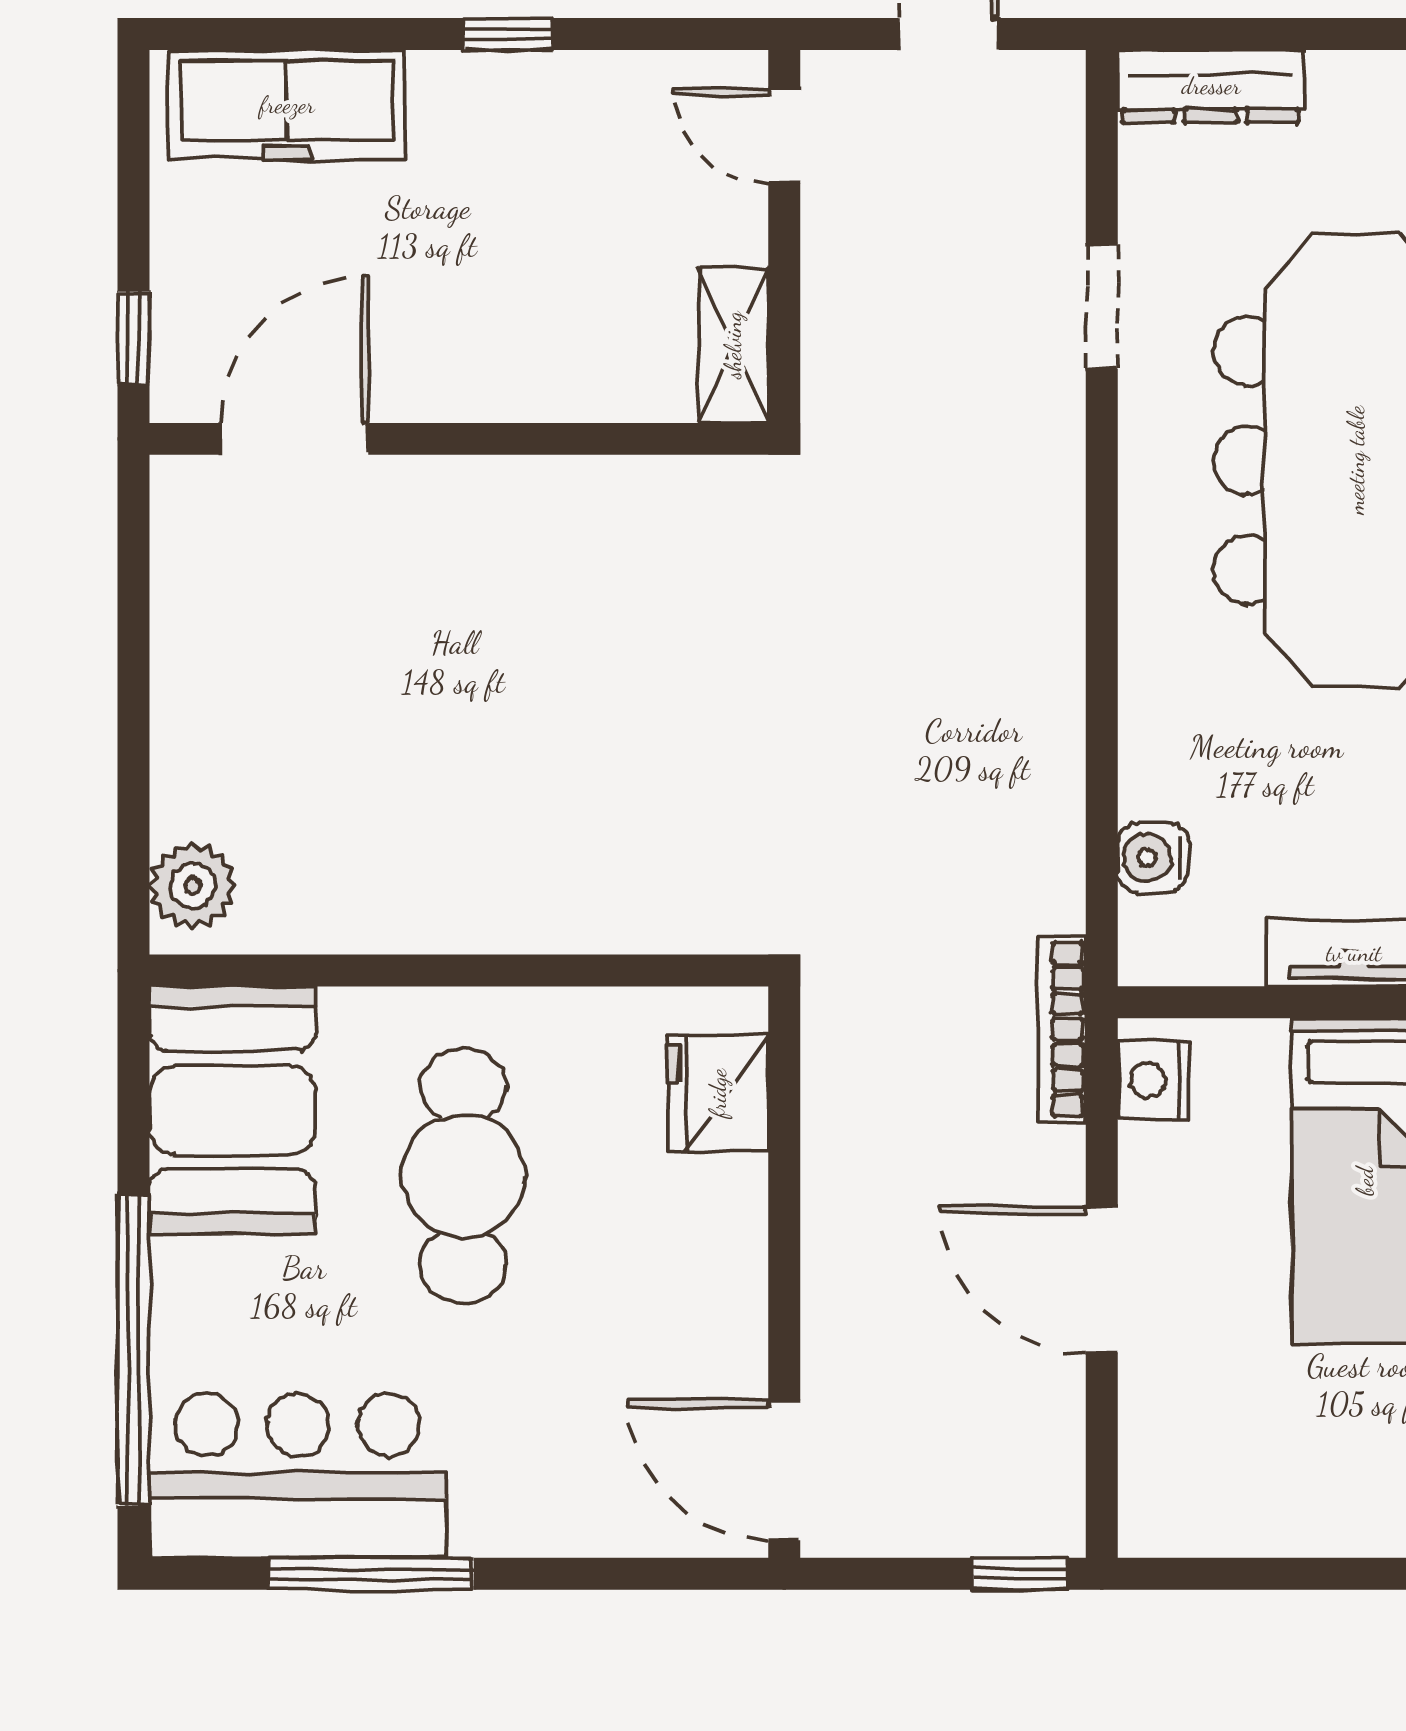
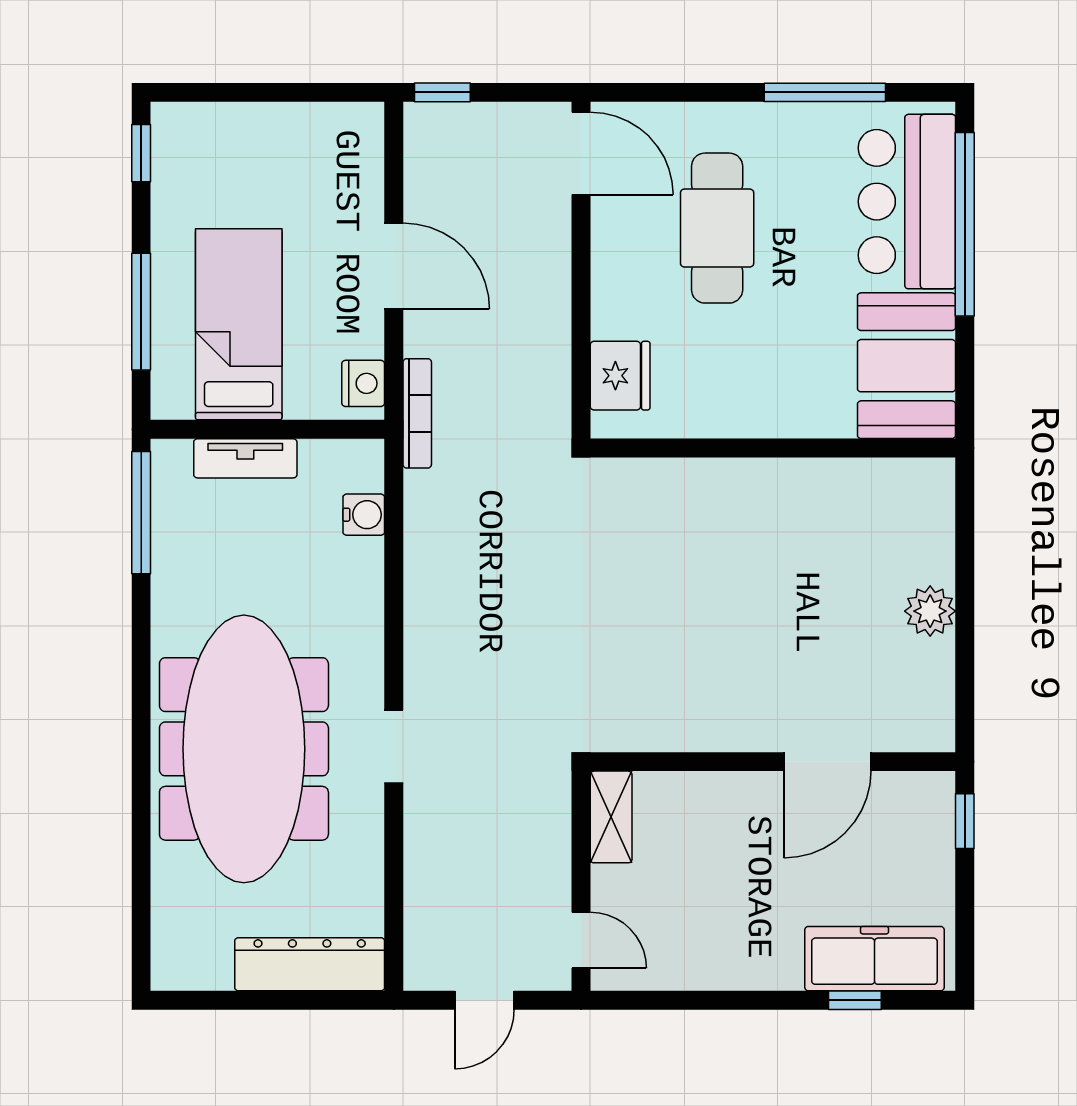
window: (508, 34) -> (855, 1000), moved
dresser: (1211, 86) -> (310, 964), width x1.37, depth x1.24
doorway: (1102, 306) -> (394, 746), moved
door: (294, 439) -> (827, 762), moved
plant: (193, 886) -> (930, 611), moved
cafe table: (463, 1176) -> (717, 228), moved
bar counter: (298, 1476) -> (907, 202), moved, turned 90

